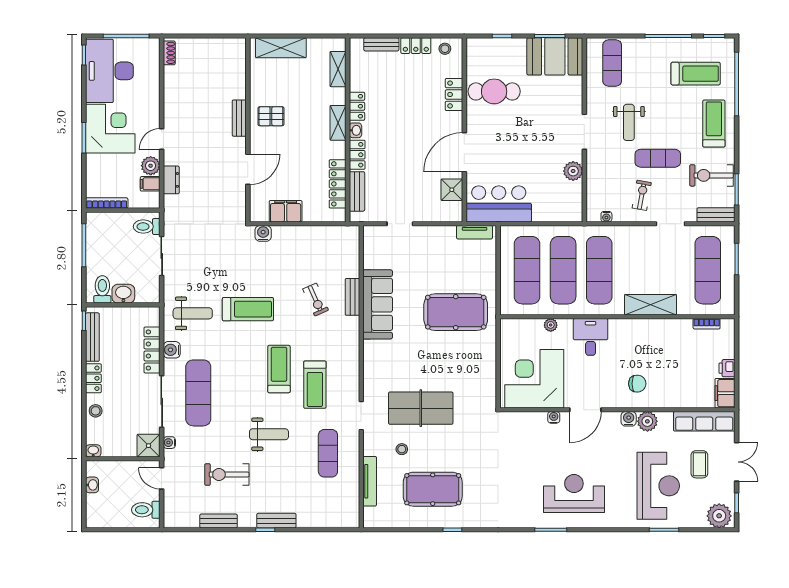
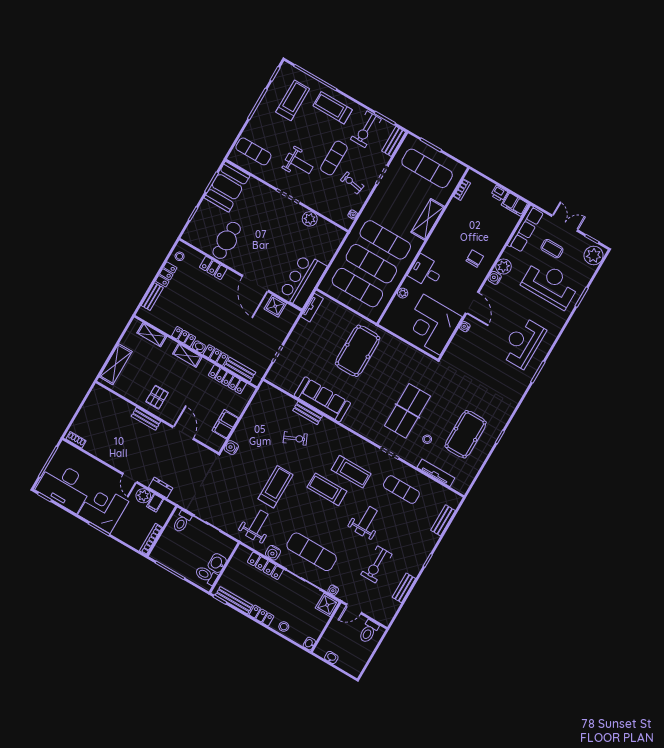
bench: (276, 521) -> (443, 520), moved

